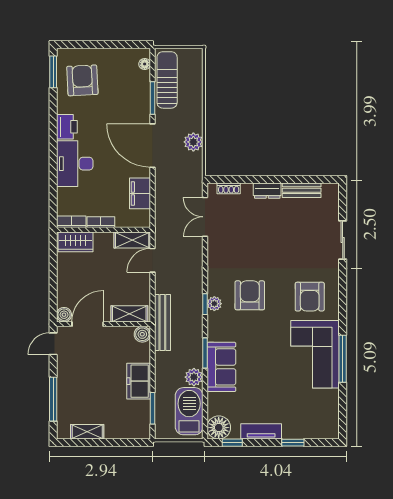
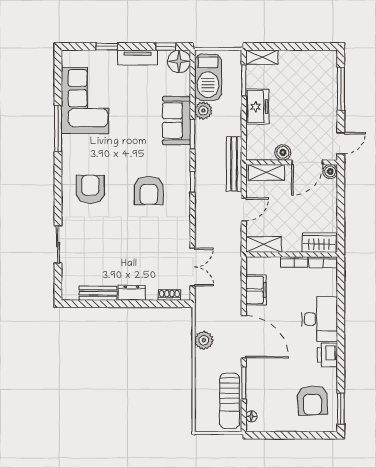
door: (152, 260) -> (244, 209), moved
plant: (214, 304) -> (183, 182), removed
boiler: (142, 334) -> (283, 152), moved
corner sofa: (315, 354) -> (85, 100), moved
shelving: (87, 432) -> (262, 57), moved

